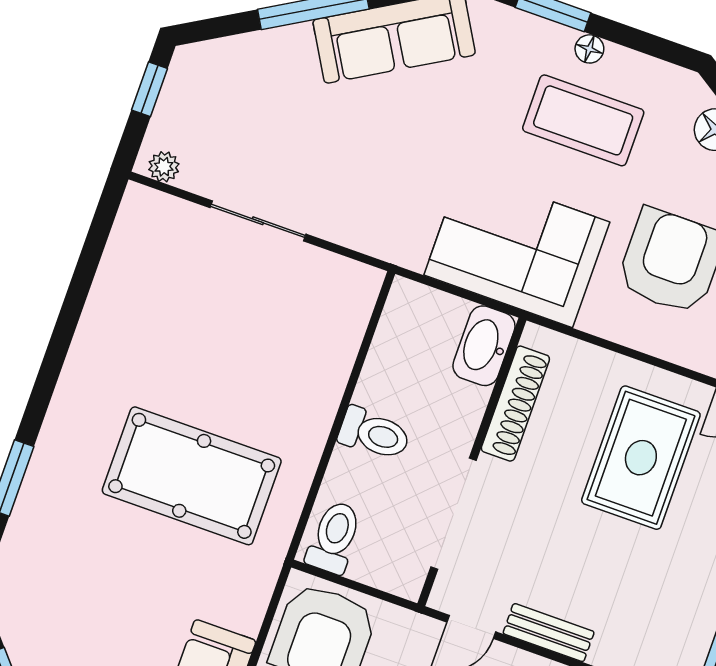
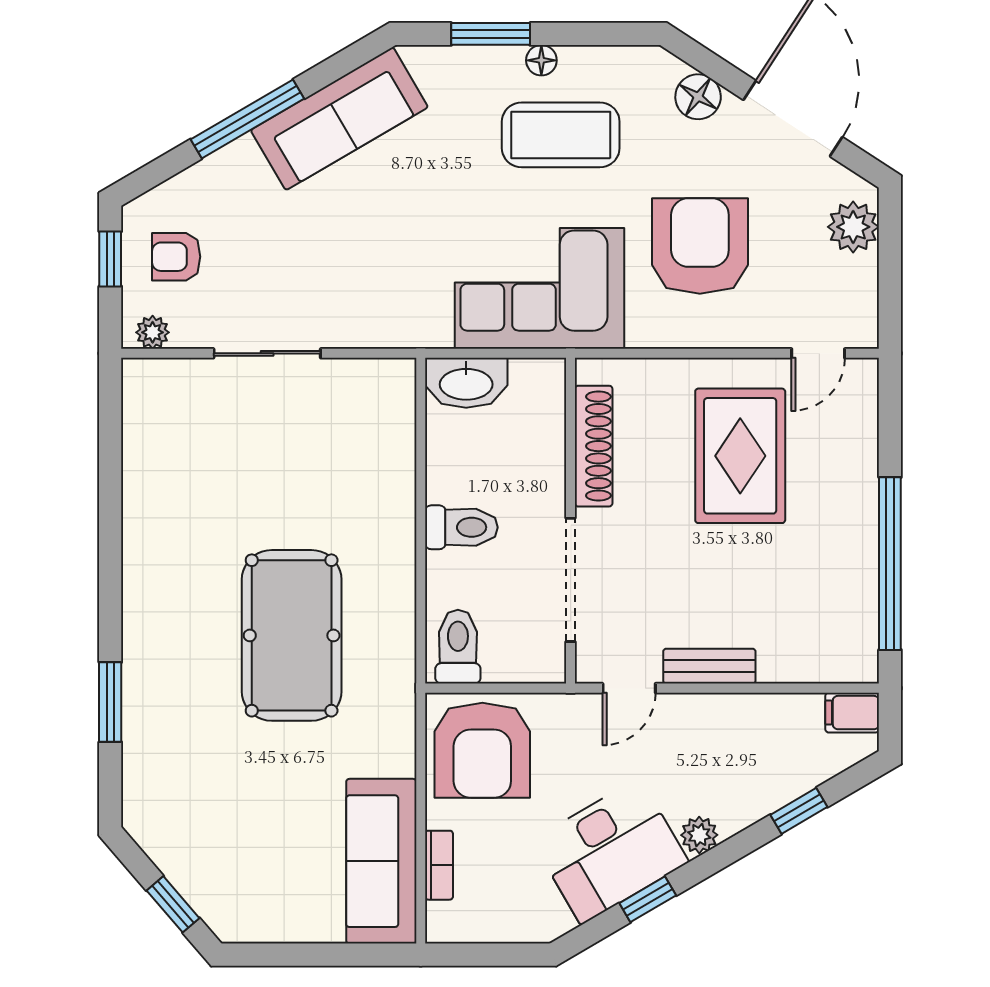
armchair: (208, 108) -> (176, 257), added
washbasin: (484, 346) -> (466, 383), moved, turned -90
pool table: (192, 476) -> (292, 635), turned 90

